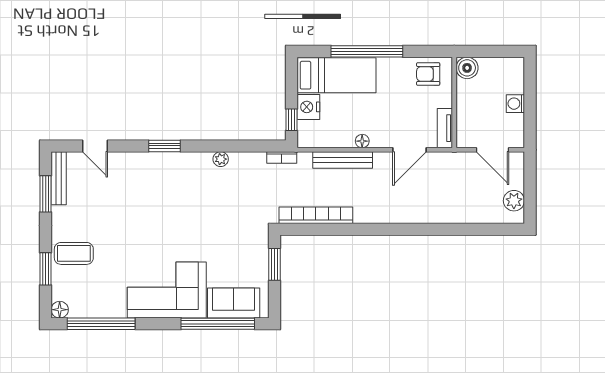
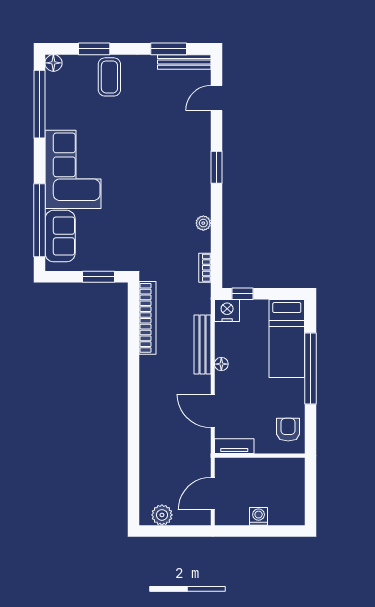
boiler: (467, 68) -> (294, 468), removed
nightstand: (308, 107) -> (227, 311), moved
bookcase: (282, 158) -> (205, 268), moved

